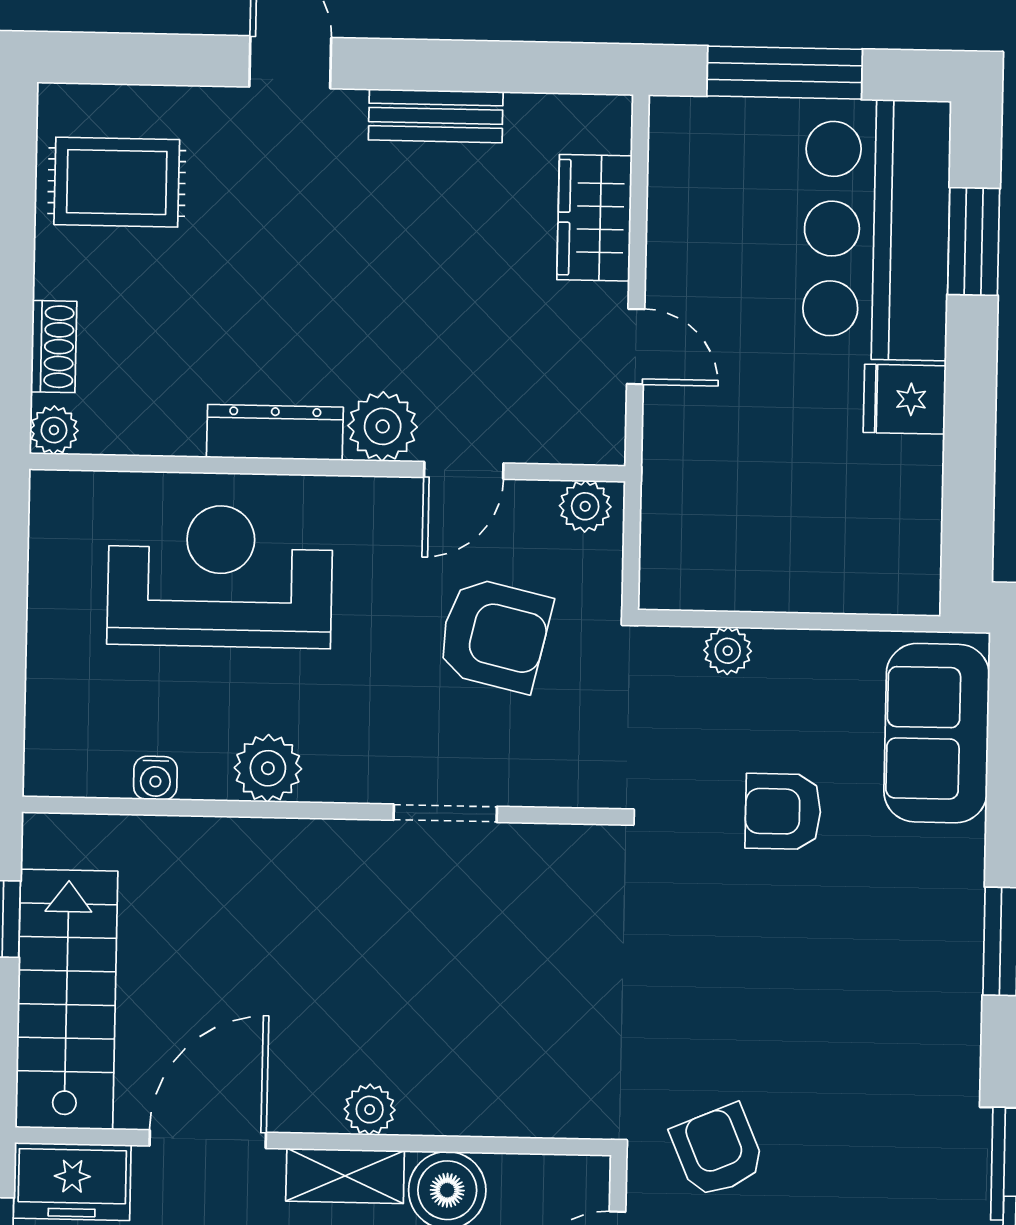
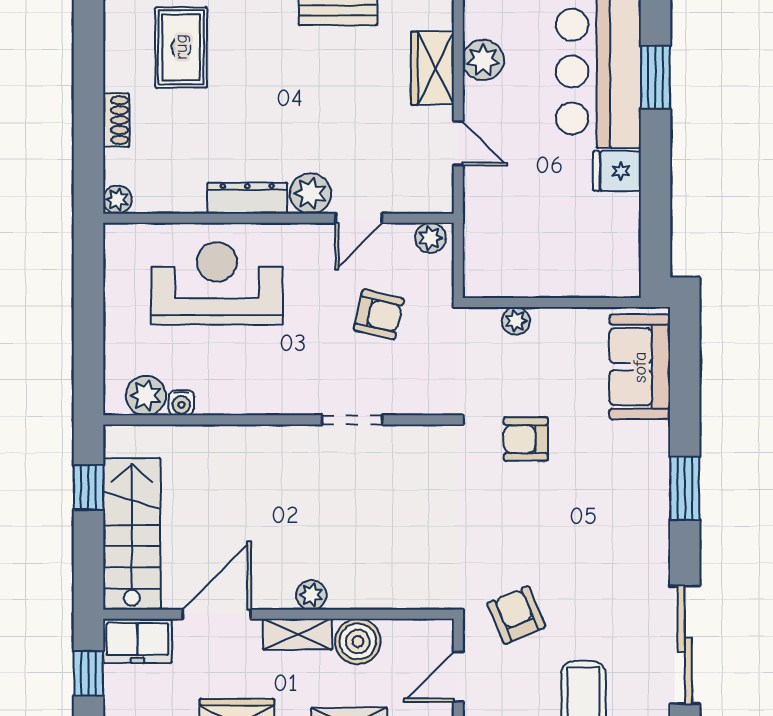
rug: (117, 182) -> (181, 47), moved, turned 90
plant: (681, 206) -> (483, 60), added
shoe rack: (54, 347) -> (116, 120), moved
armchair: (494, 635) -> (379, 314), width x0.72, depth x0.72
plant: (268, 768) -> (146, 396), moved
armchair: (783, 811) -> (526, 439), moved

